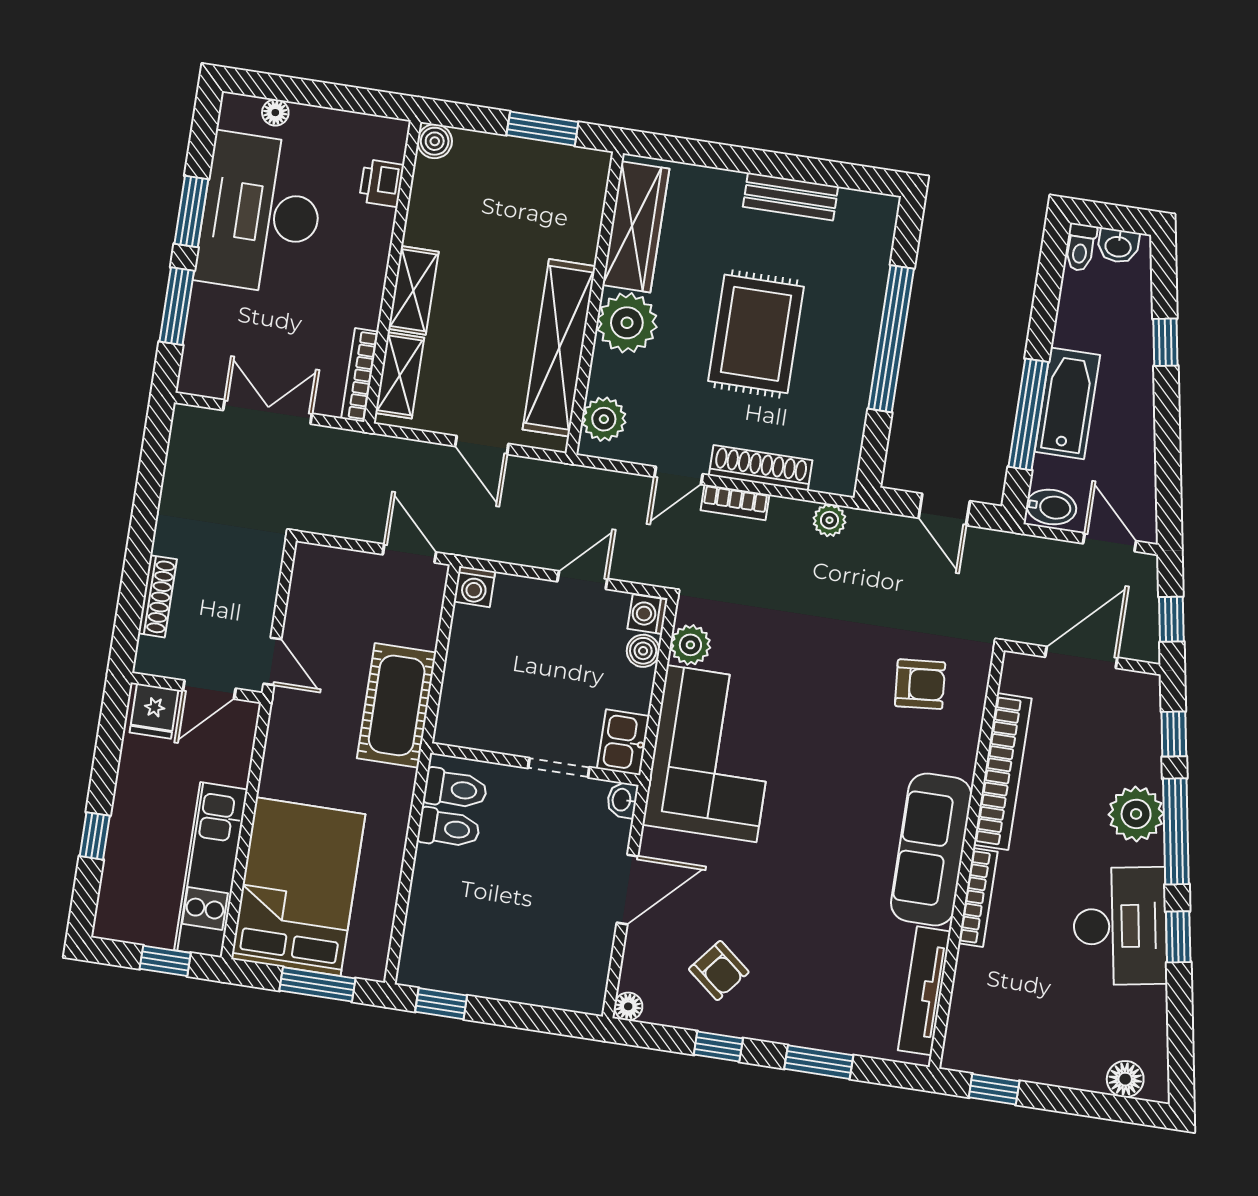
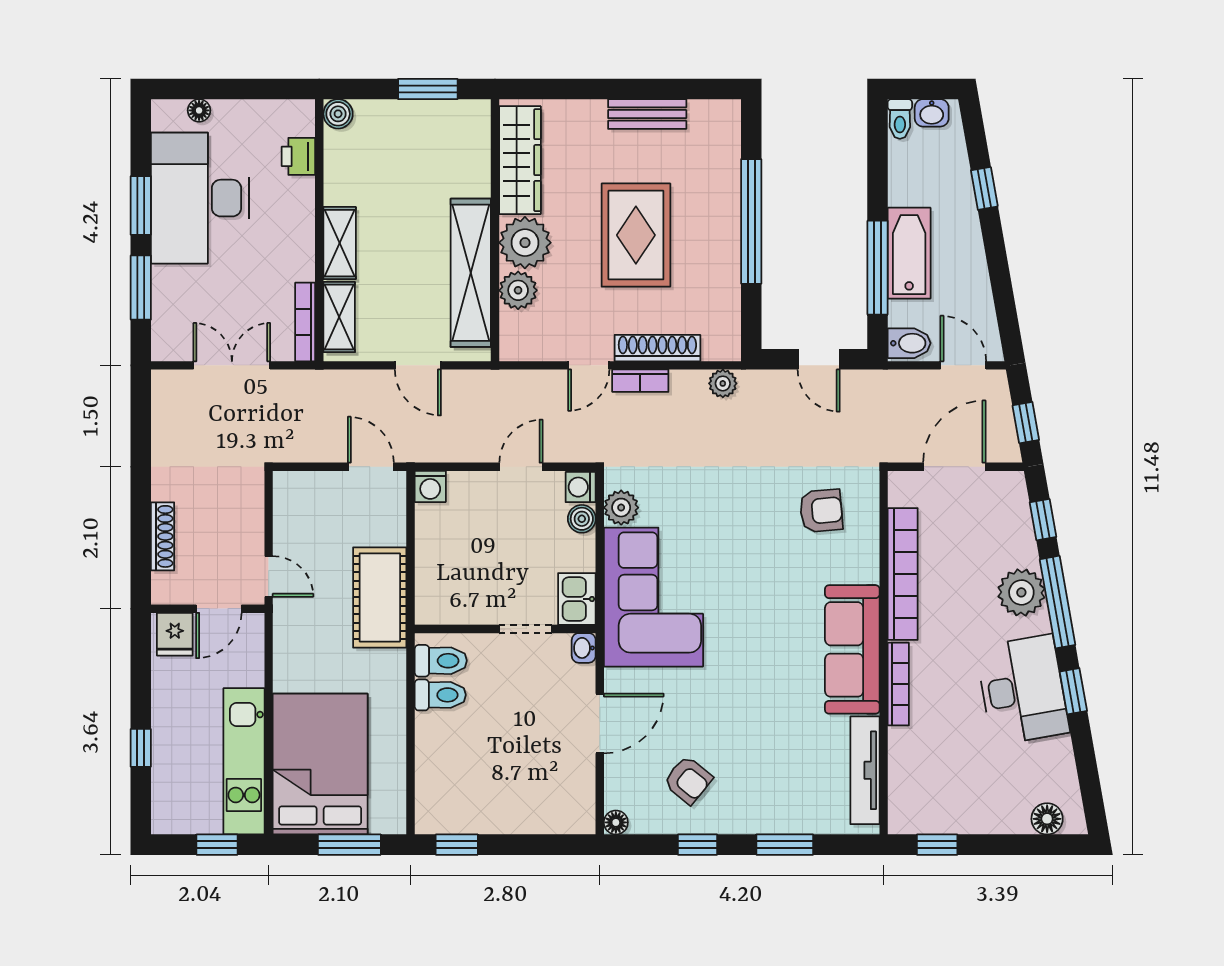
plant: (604, 419) -> (518, 290), moved

